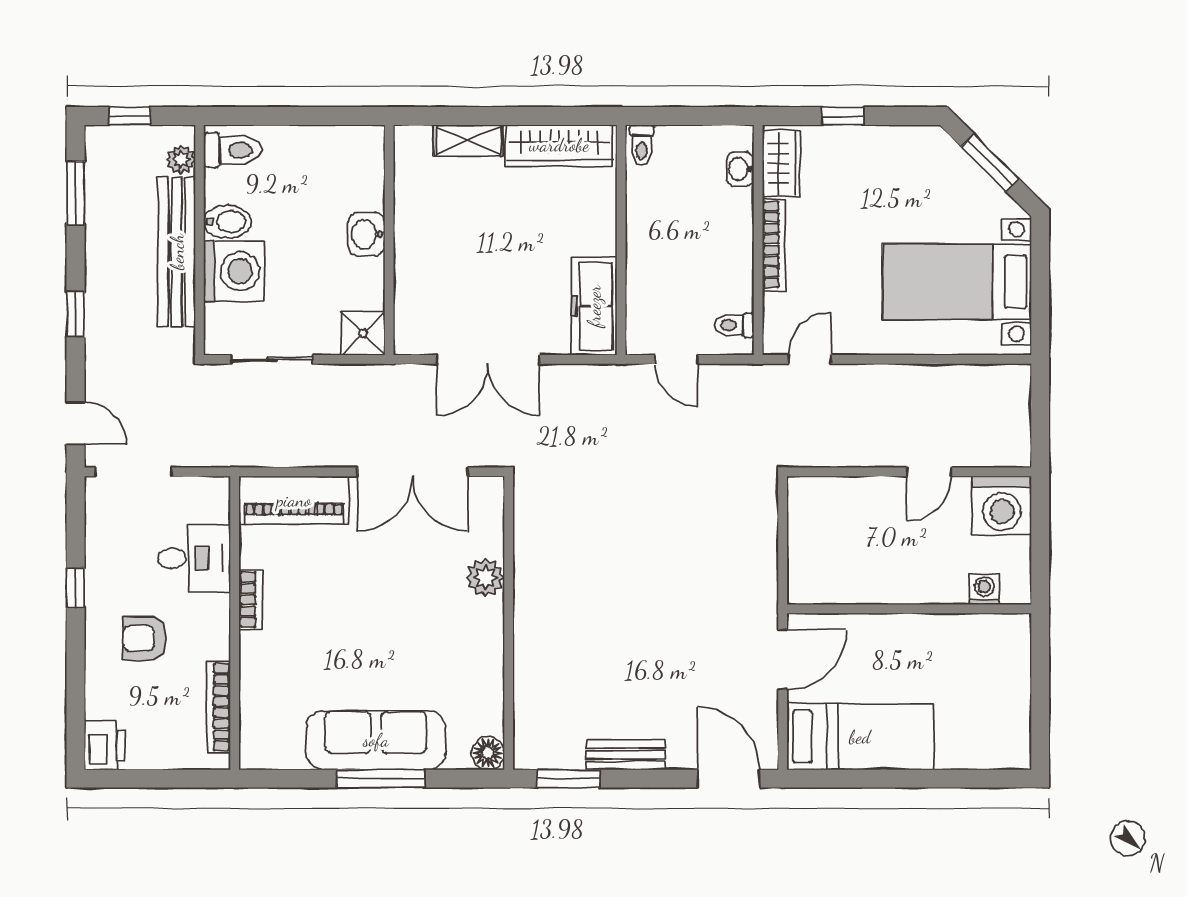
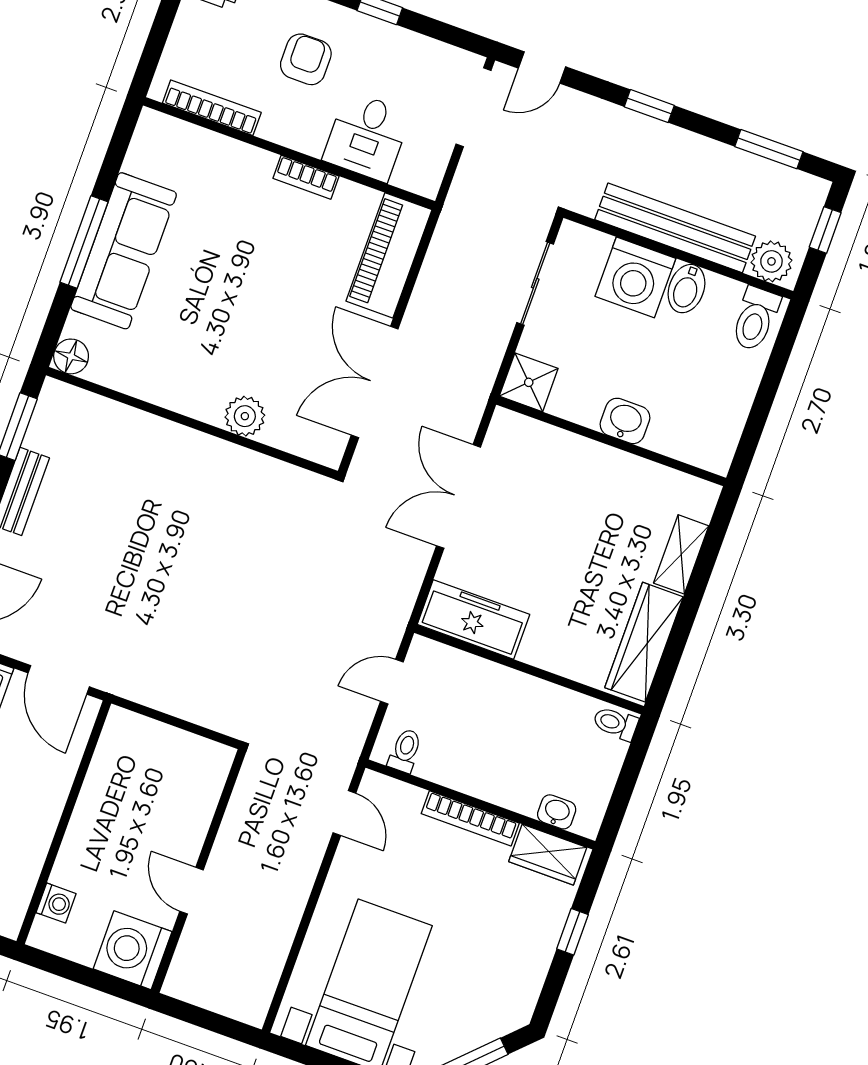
plant: (181, 159) -> (771, 261), width x1.38, depth x1.38

